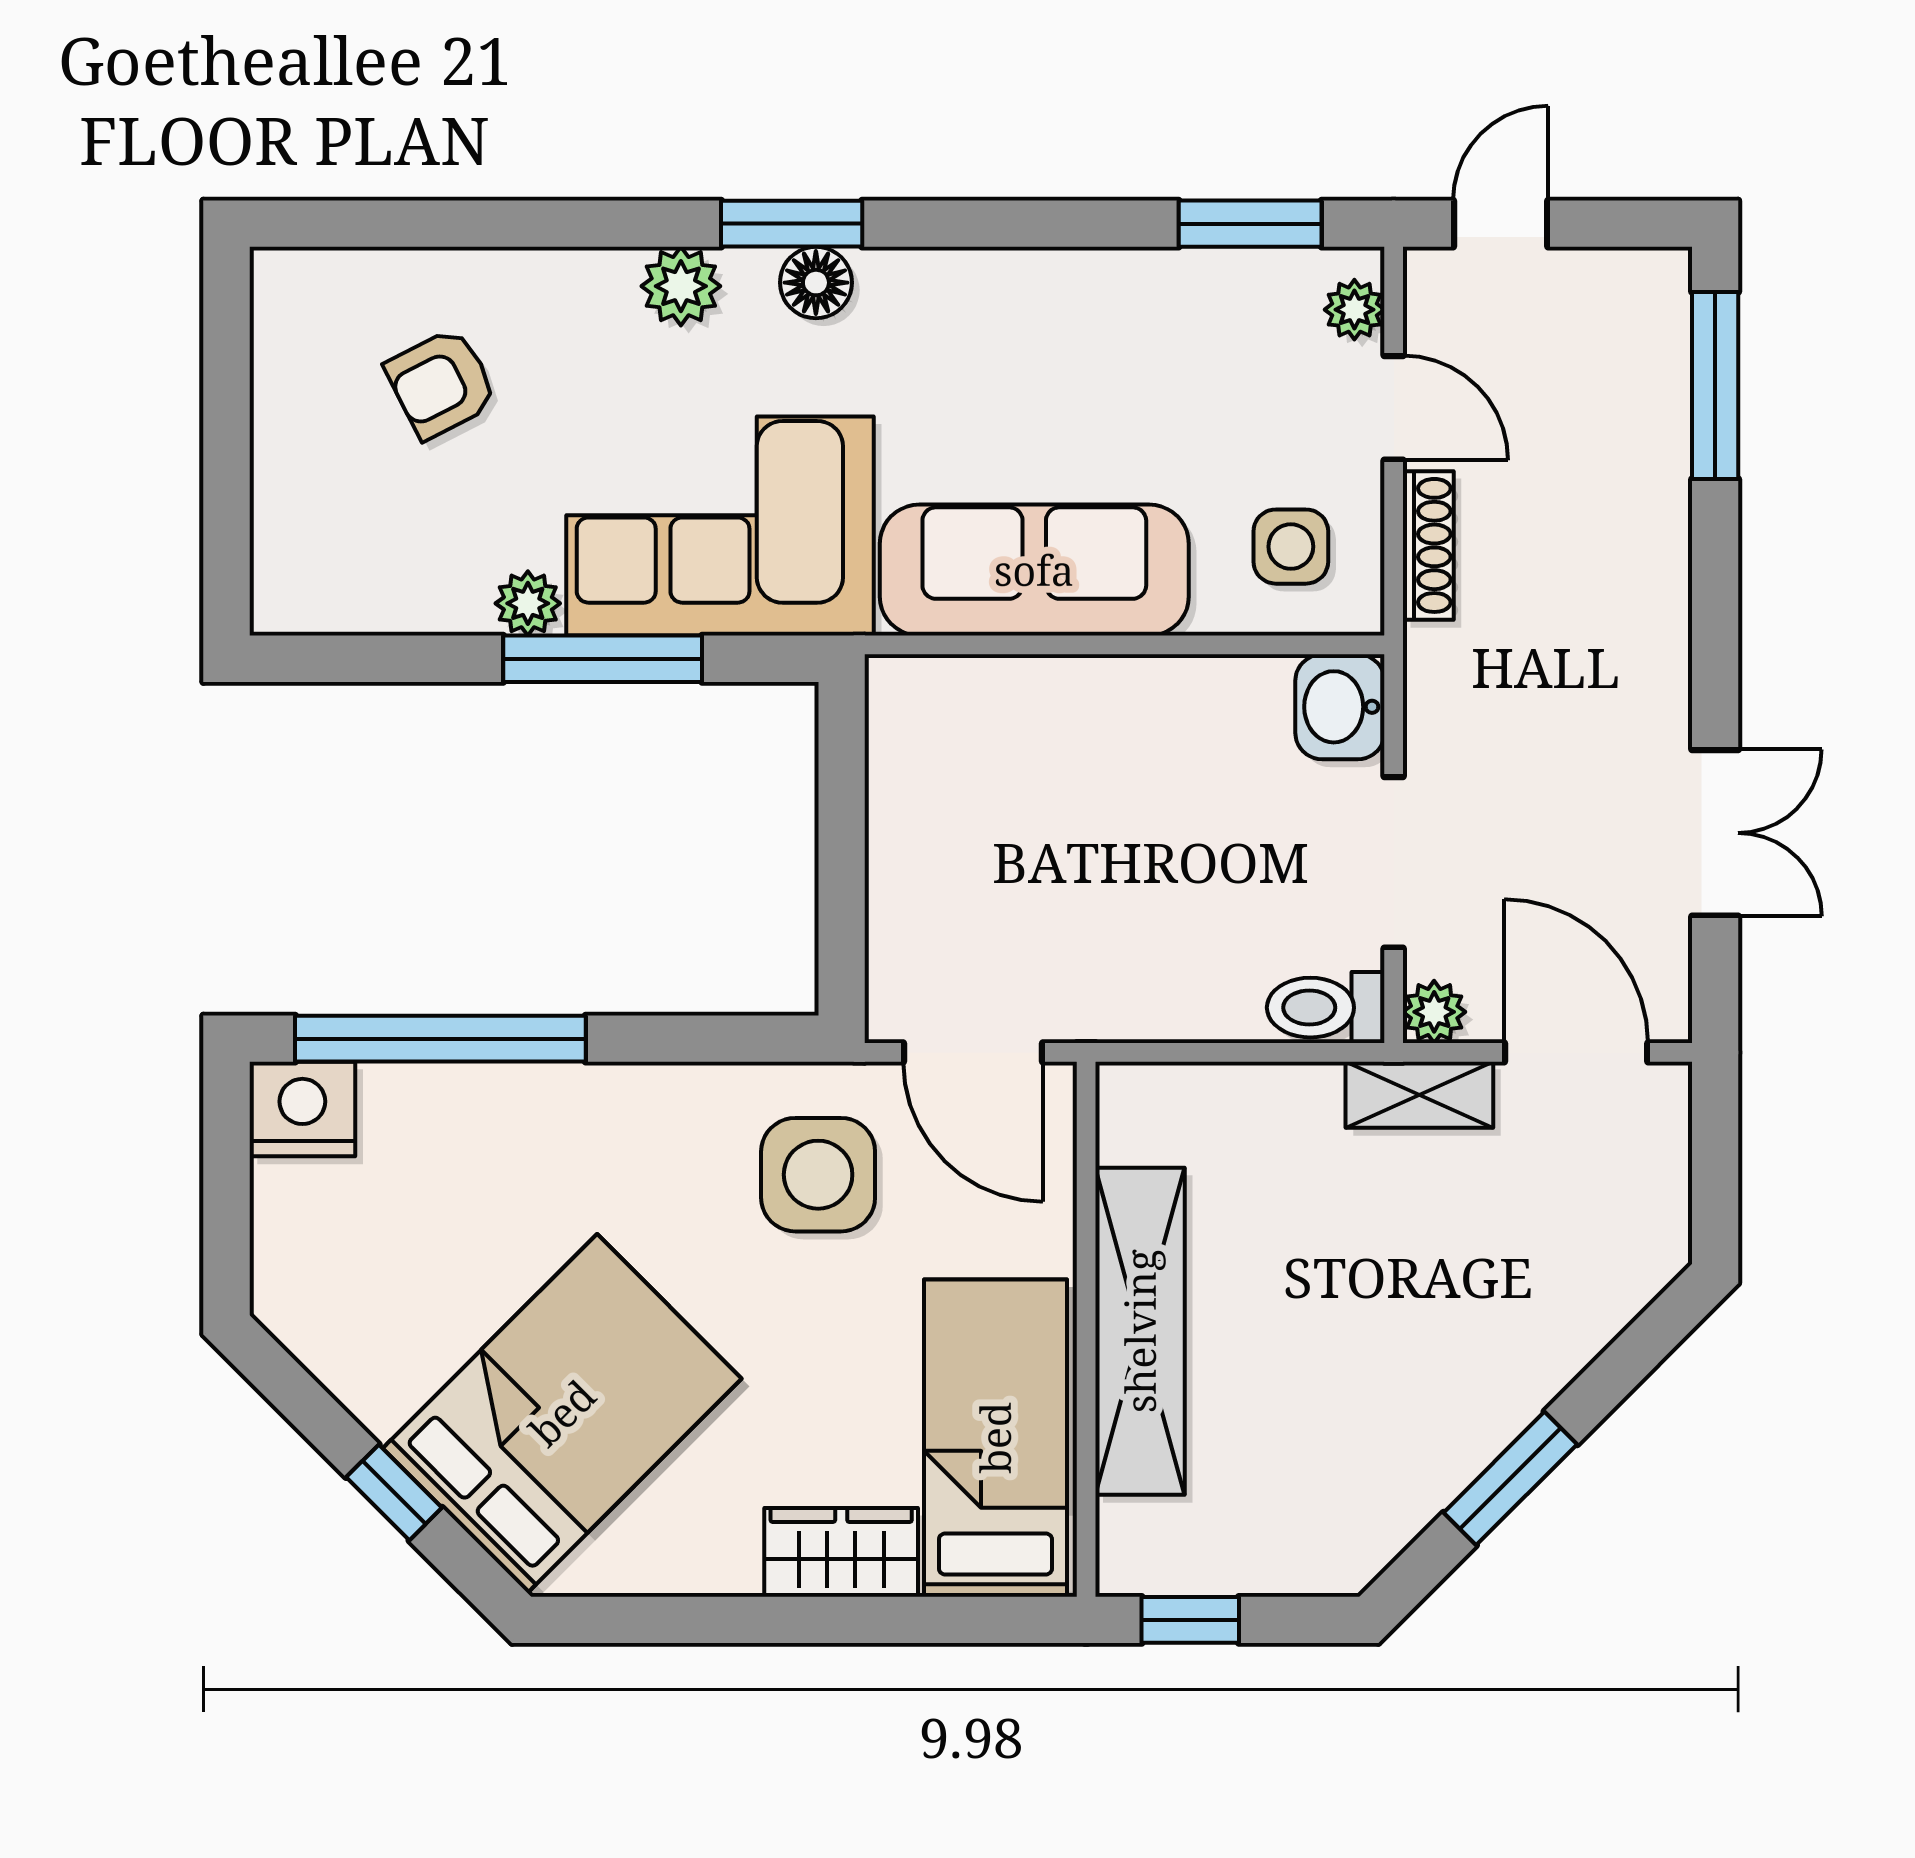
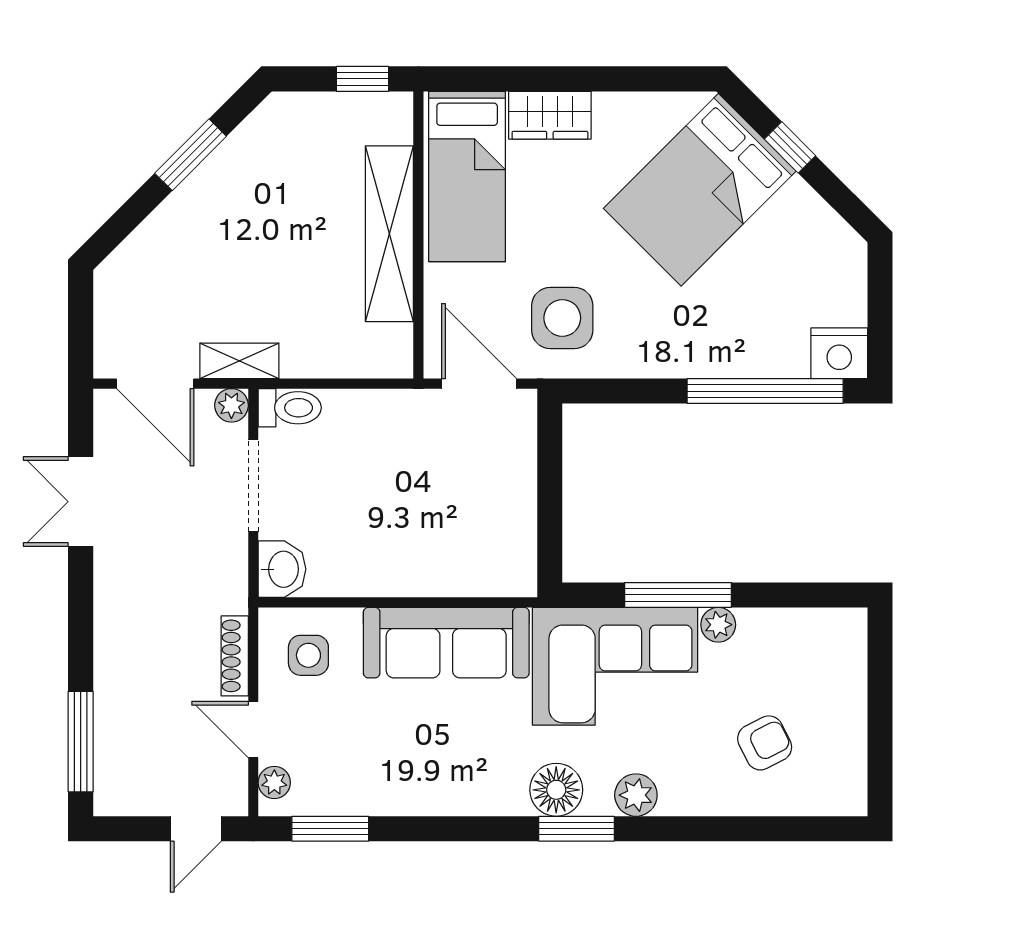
floor lamp: (816, 283) -> (556, 790), width x1.38, depth x1.38

